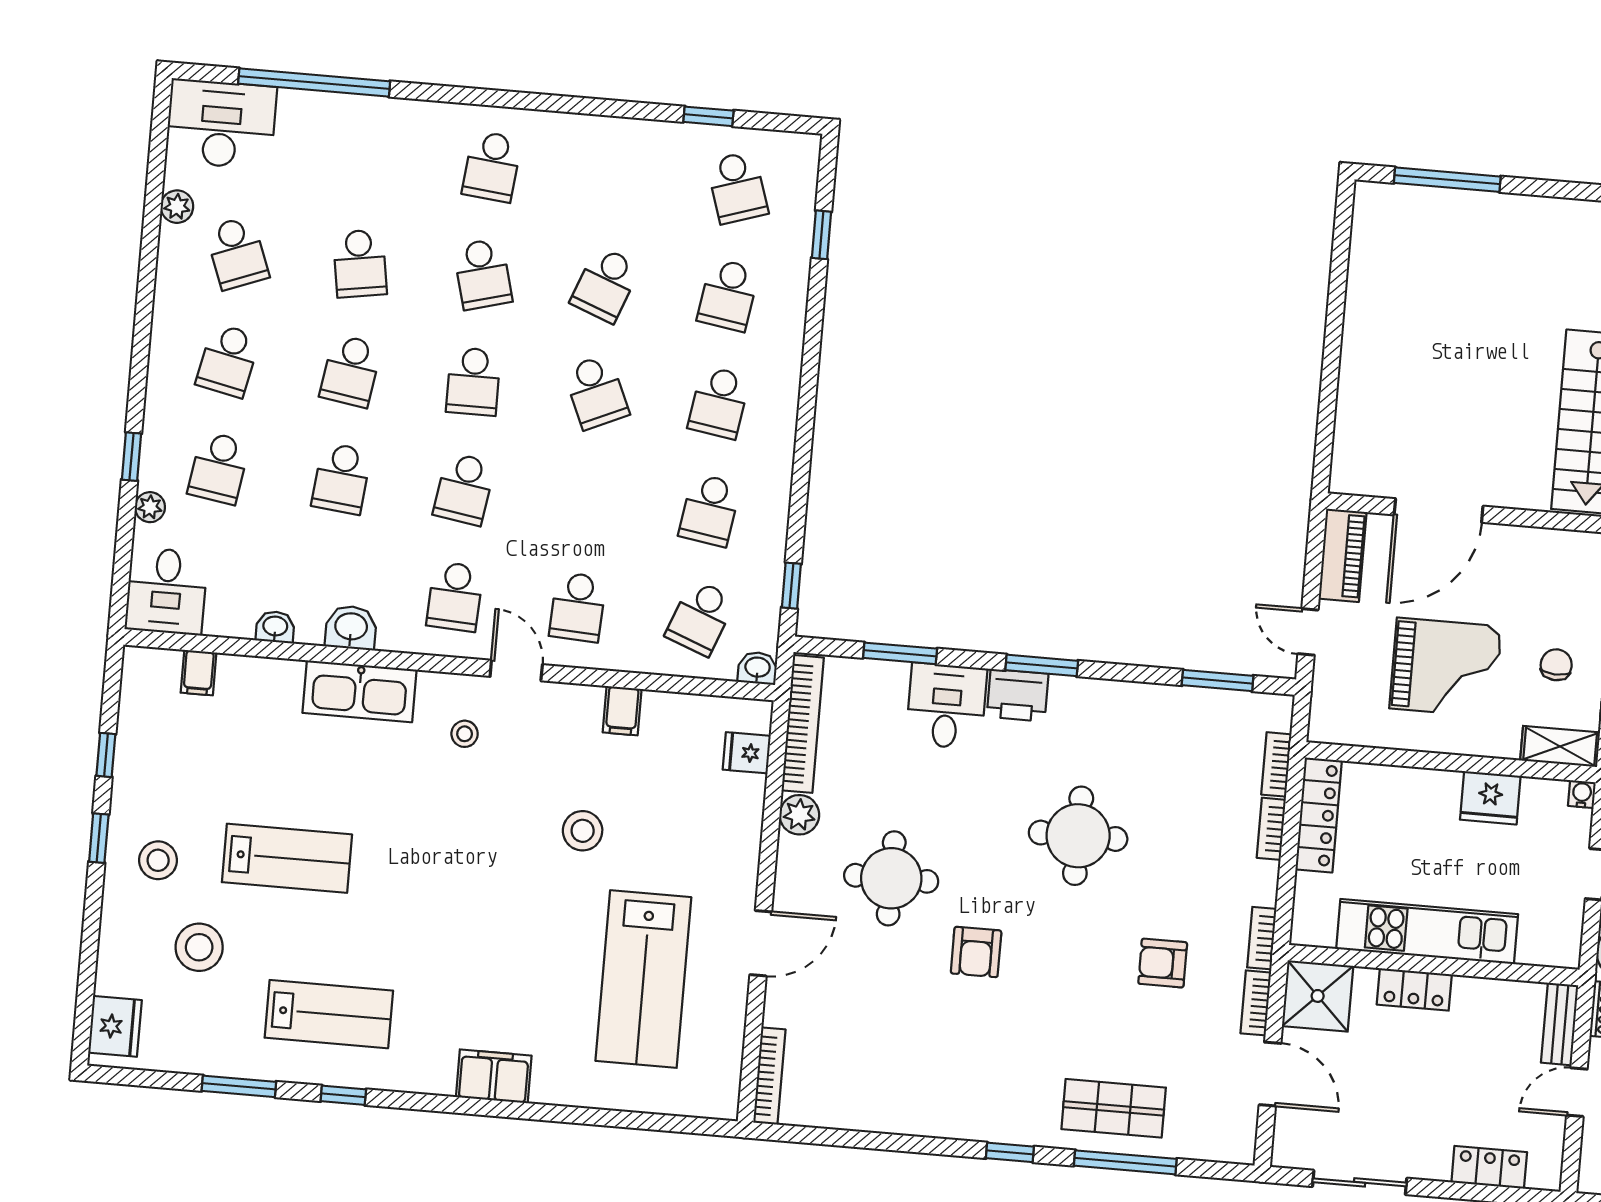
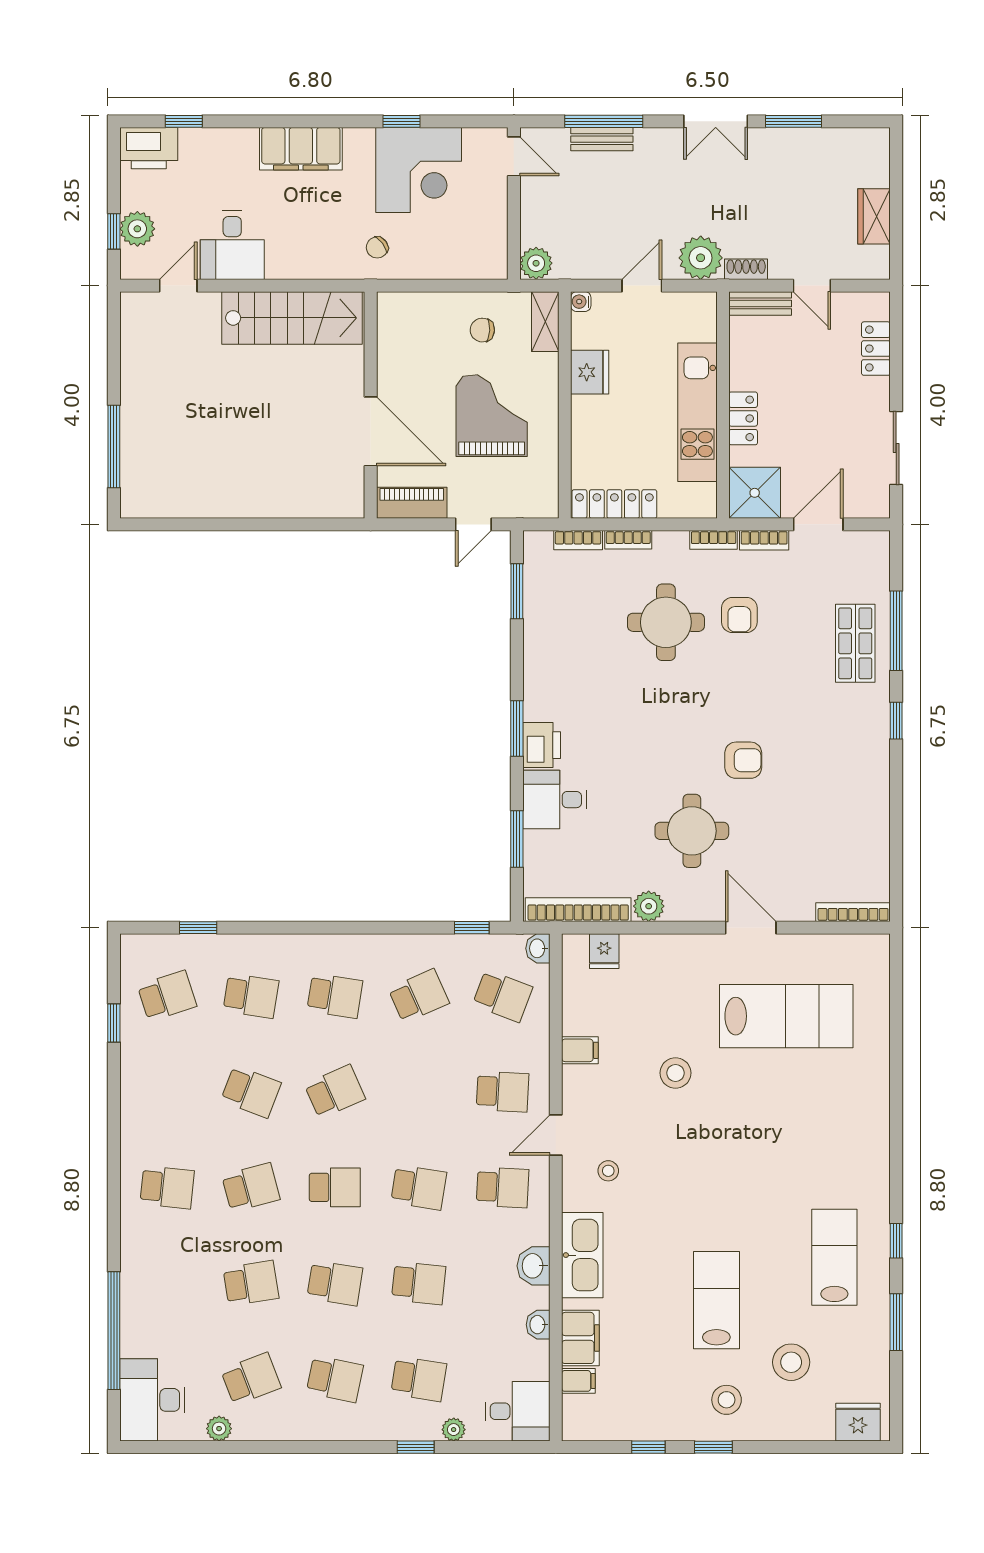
school desk: (710, 510) -> (419, 996), turned -33
round table: (1078, 836) -> (666, 622), moved
filing cabinet: (494, 1076) -> (580, 1338), moved, turned 180

